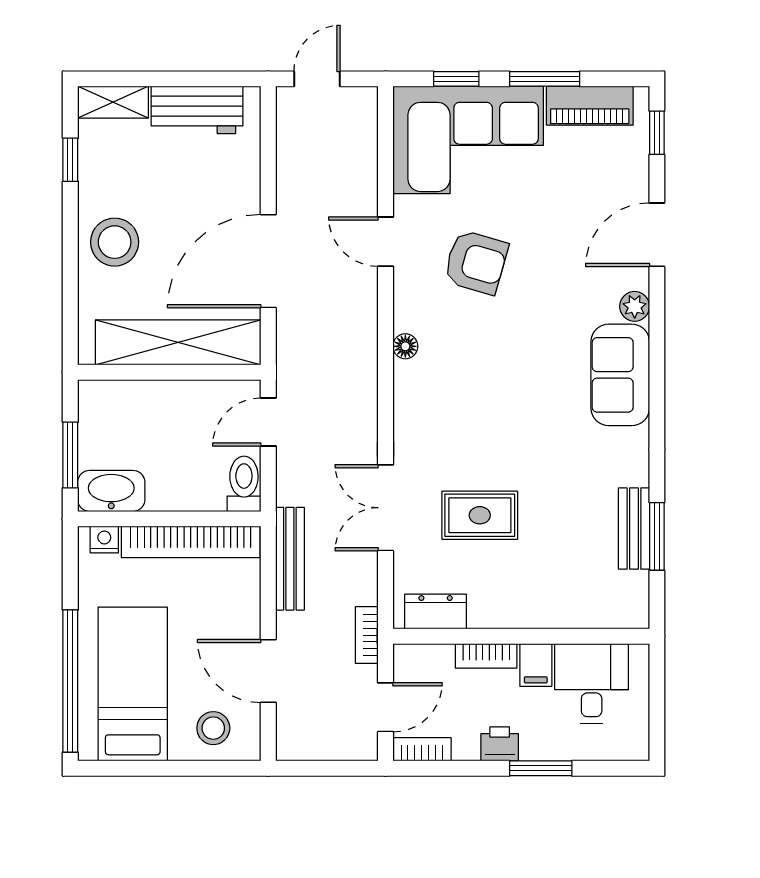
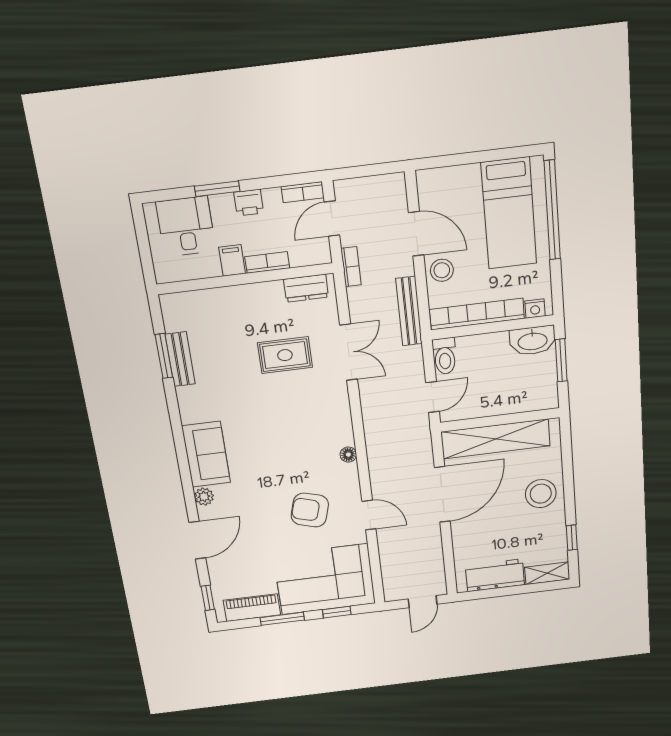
desk: (592, 683) -> (186, 226), moved, turned 180
stool: (213, 728) -> (442, 270), moved

